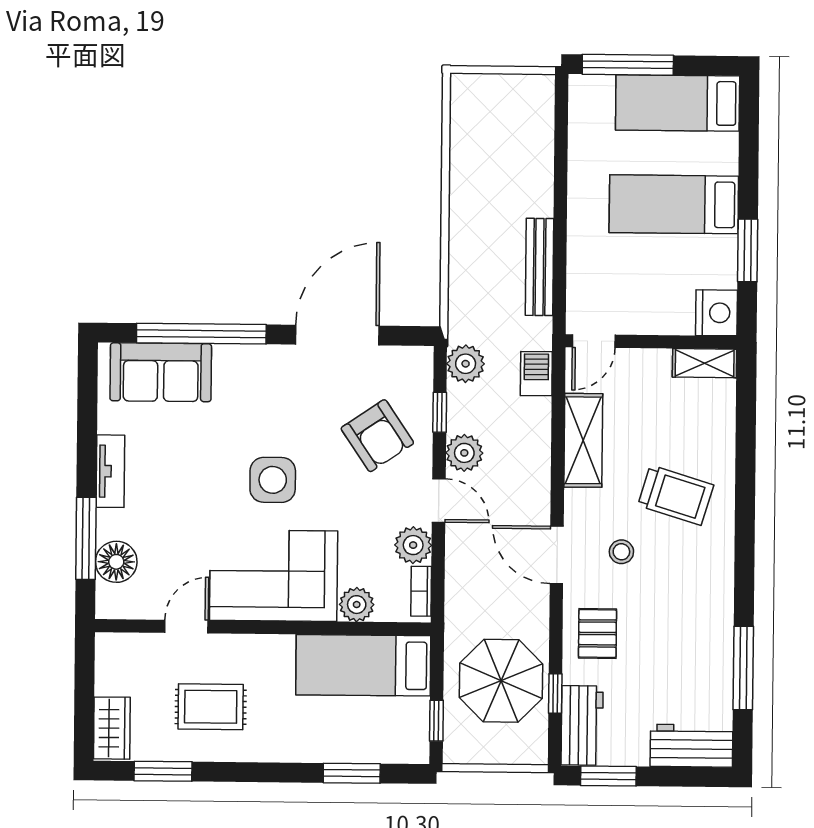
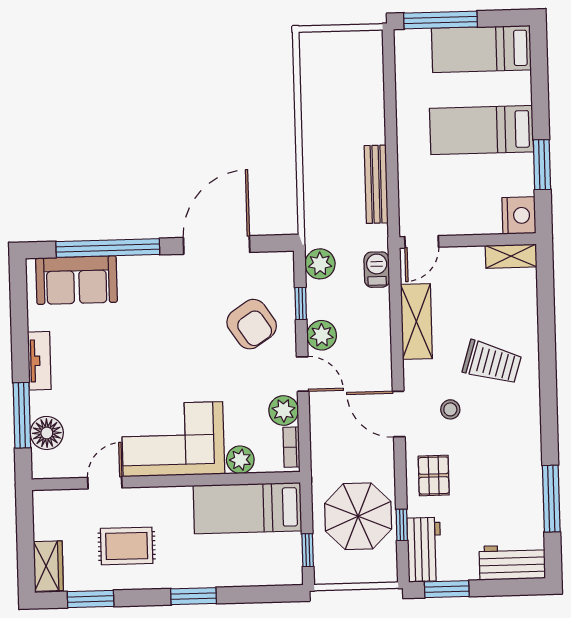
side table: (273, 480) -> (169, 363), removed
window: (352, 773) -> (194, 596), moved

